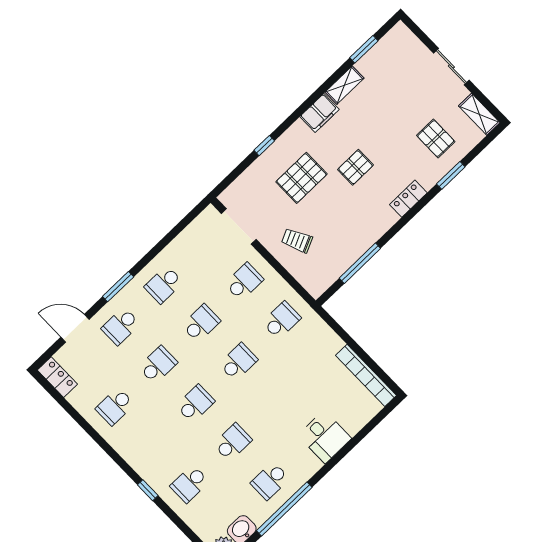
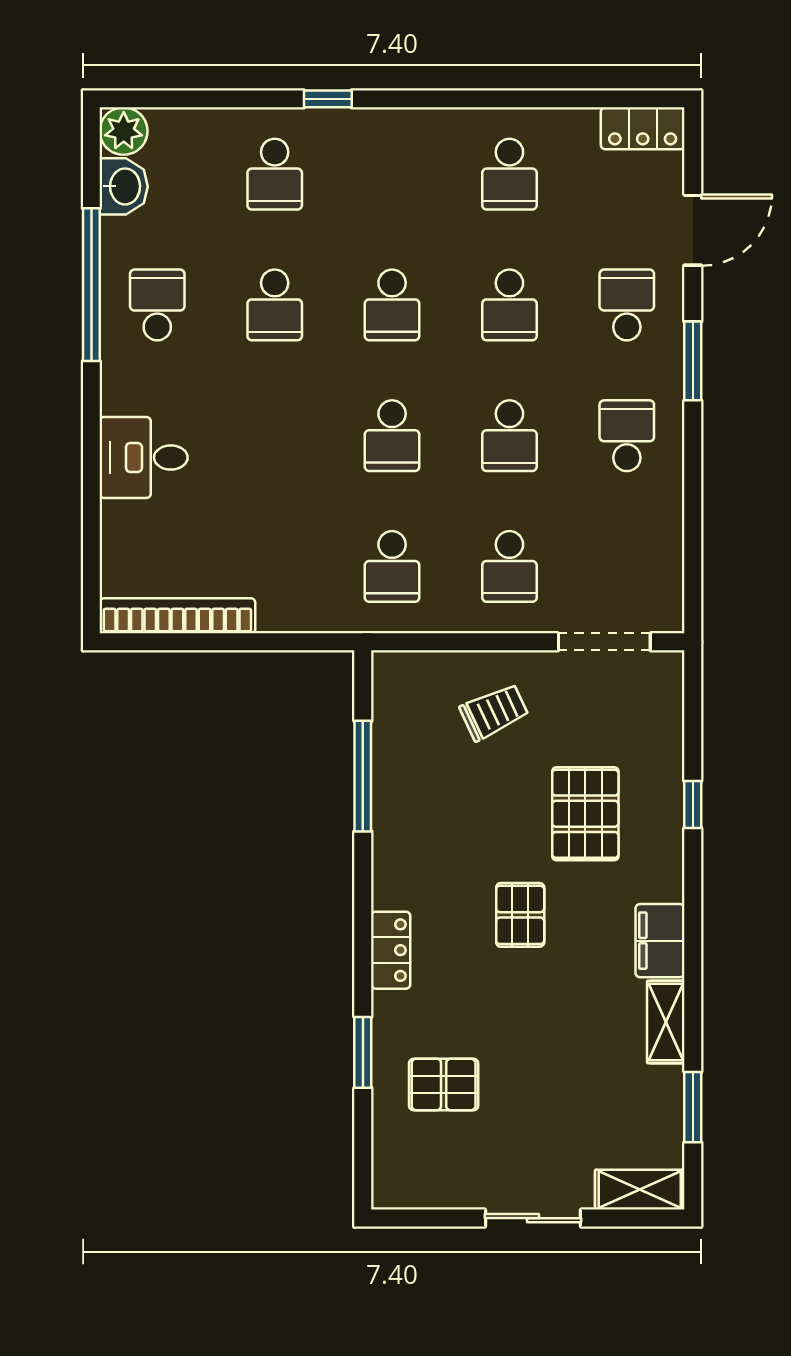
shelving: (479, 114) -> (640, 1190), moved
school desk: (115, 406) -> (509, 174), turned 180
school desk: (190, 484) -> (275, 174), turned 180

